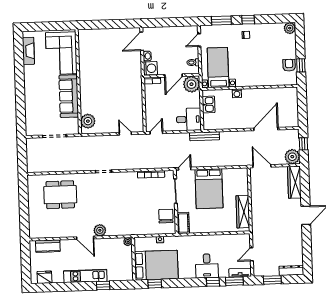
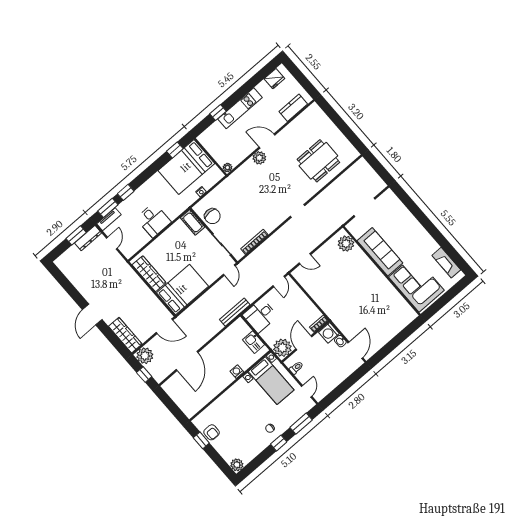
bed: (209, 189) -> (182, 289), moved, turned 90
desk: (207, 266) -> (153, 220), moved, turned 180
dresser: (291, 270) -> (88, 238), moved

